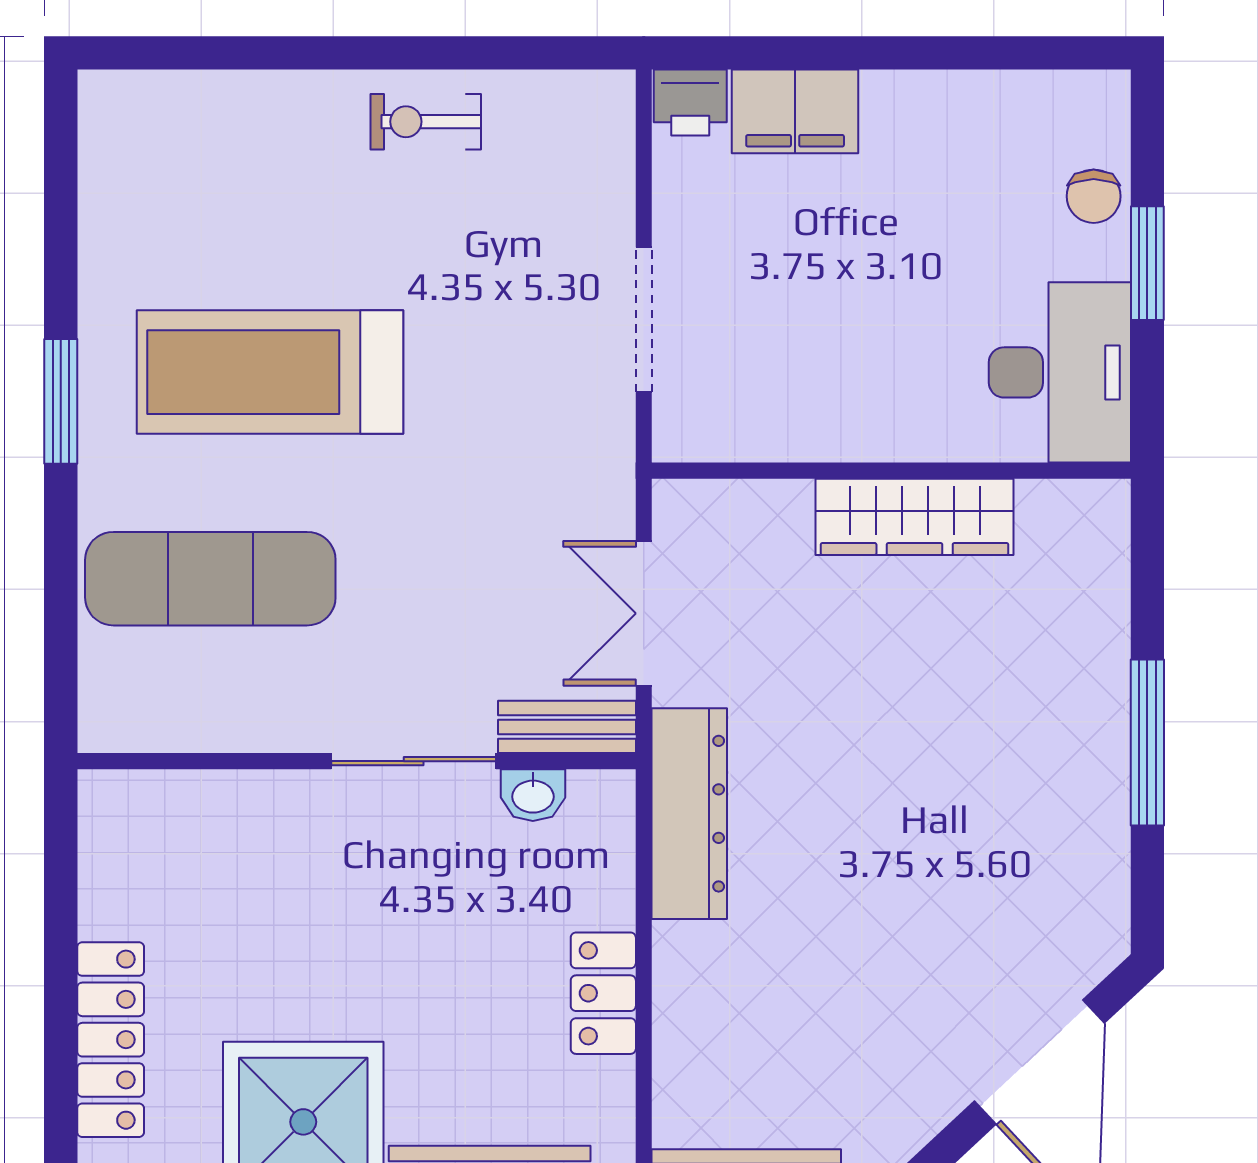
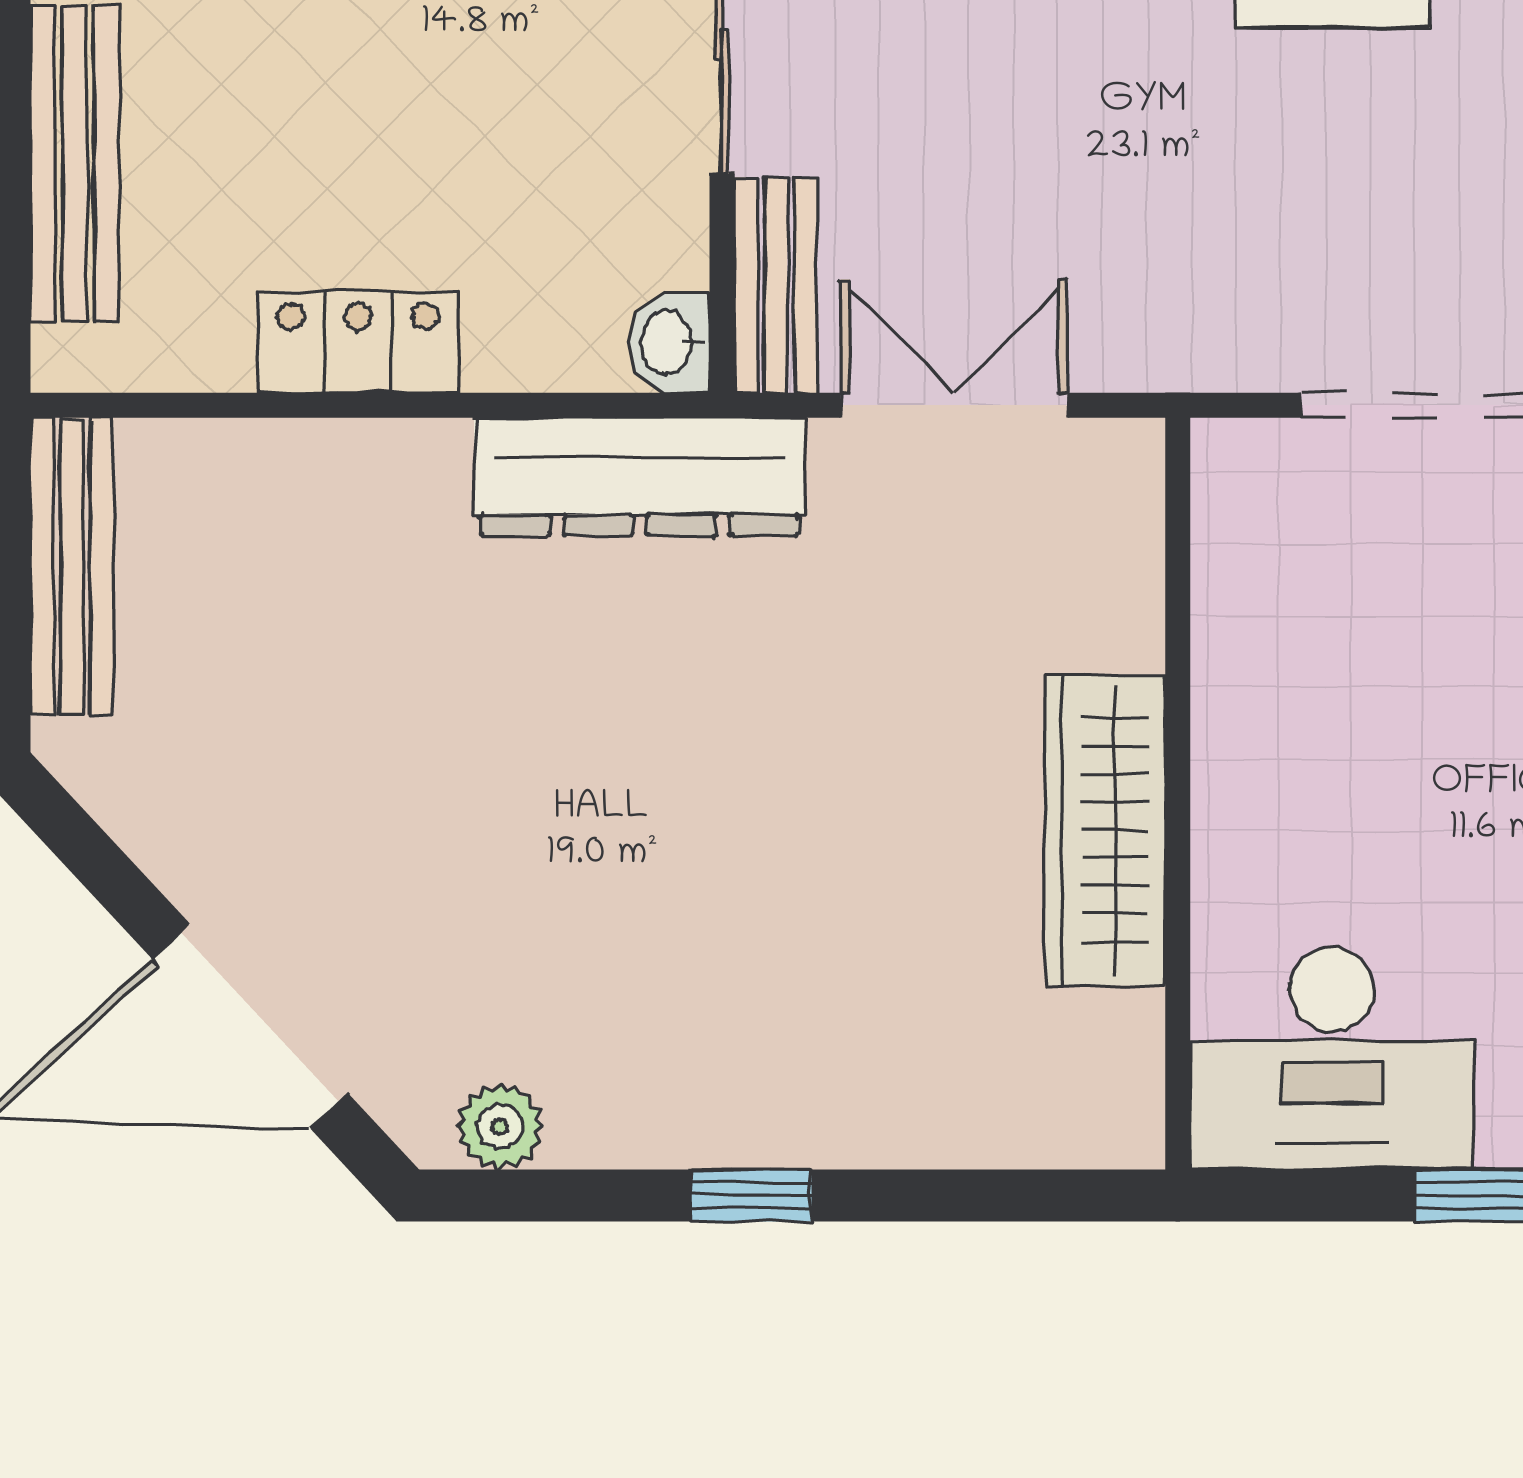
window: (1147, 743) -> (751, 1195), width x0.46
washbasin: (533, 795) -> (669, 342), moved
plant: (1103, 903) -> (500, 1126), added

